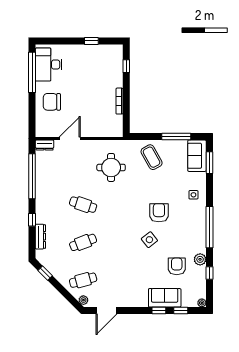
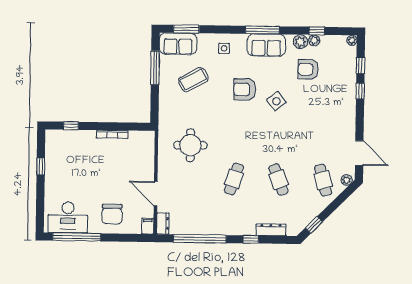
filing cabinet: (42, 132) -> (148, 226), added
coffee table: (152, 157) -> (193, 80), moved
window: (209, 227) -> (262, 30), width x0.68
plant: (201, 271) -> (314, 40), added
sofa: (165, 298) -> (266, 45), moved, turned -90

